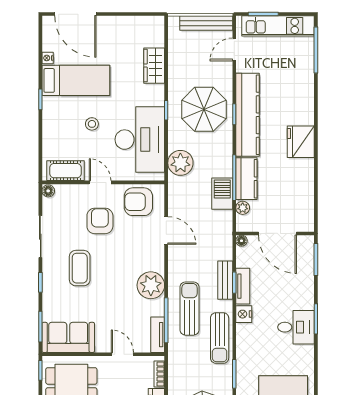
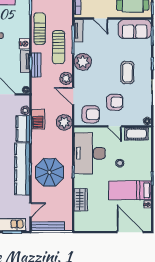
plant: (180, 163) -> (64, 122), moved
armchair: (100, 221) -> (115, 102), turned -90
plant: (178, 259) -> (66, 78), added

